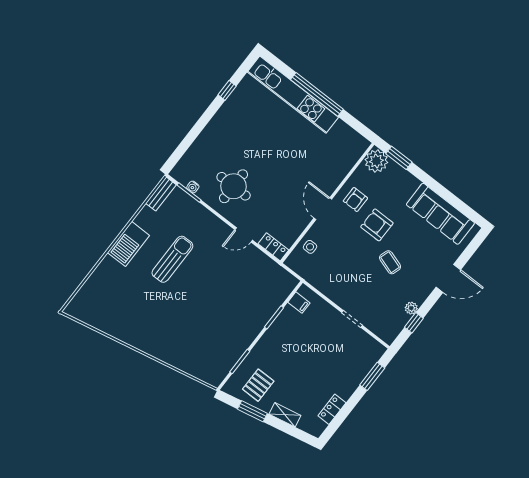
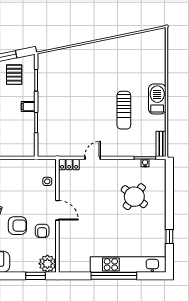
round table: (234, 186) -> (134, 197), moved, turned 38
armchair: (355, 199) -> (42, 231), turned 180
filing cabinet: (299, 303) -> (28, 107), moved

